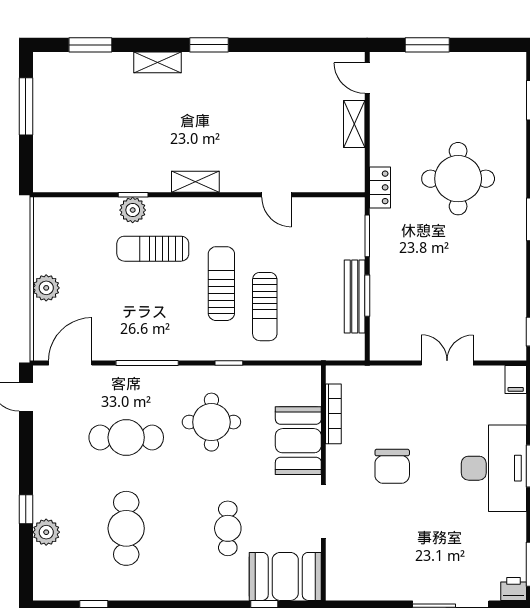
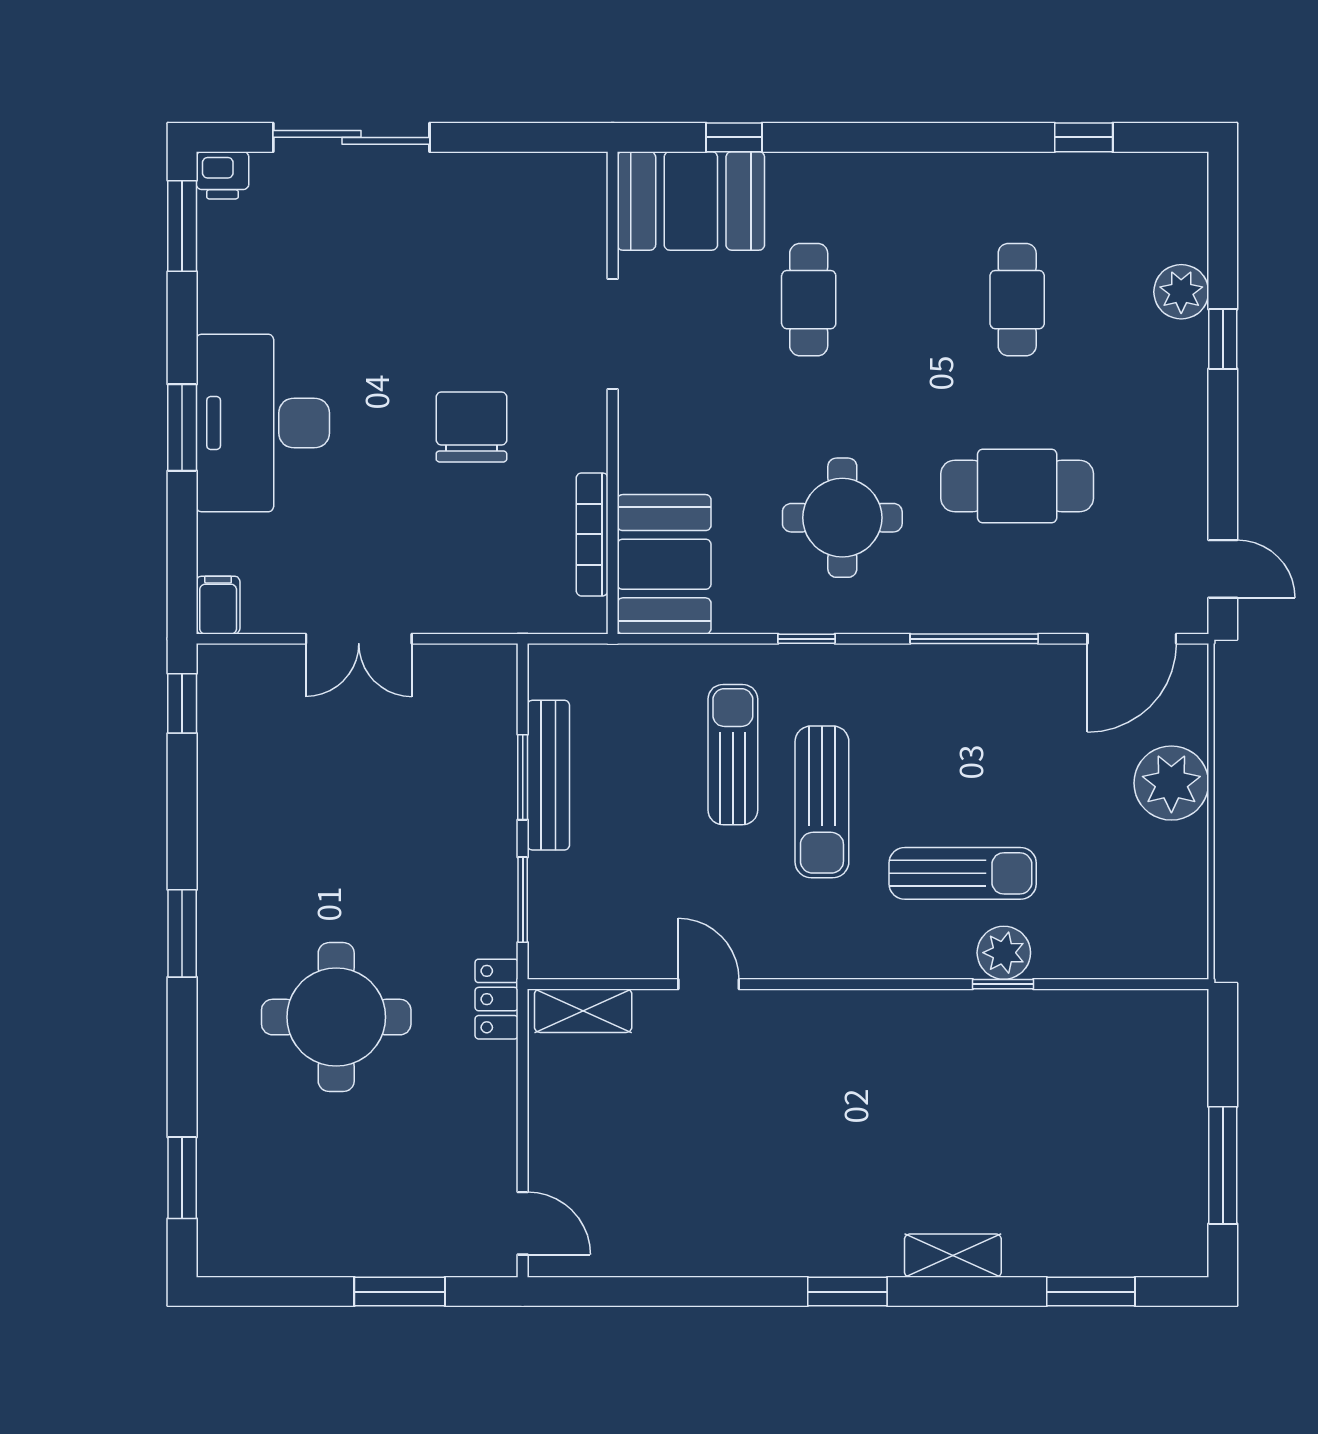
shelving: (354, 124) -> (583, 1011), moved, turned 90
shelving: (195, 182) -> (875, 1011), removed
plant: (46, 288) -> (1171, 783), width x1.36, depth x1.36
booth: (298, 441) -> (664, 564), moved
cafe table: (126, 528) -> (1017, 300), width x0.73, depth x0.74

